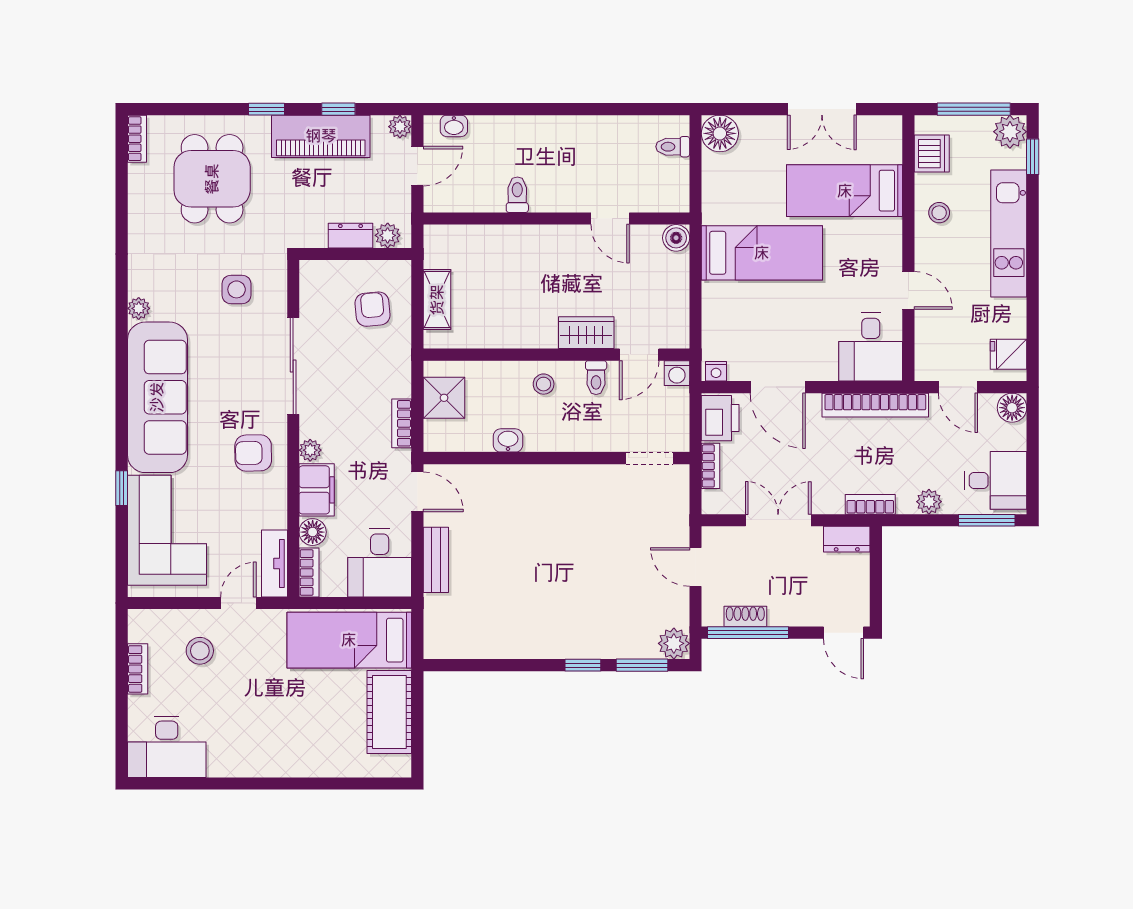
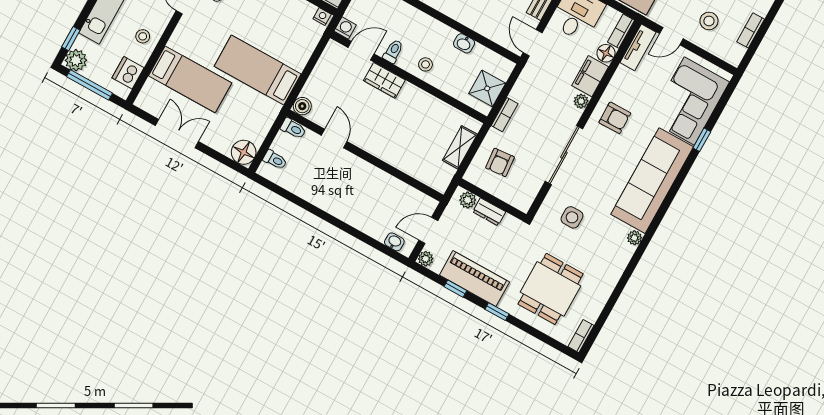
toilet: (517, 195) -> (293, 128), moved, turned -90
bookcase: (402, 423) -> (505, 115), moved

